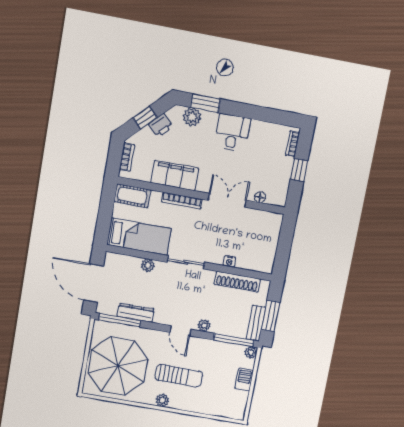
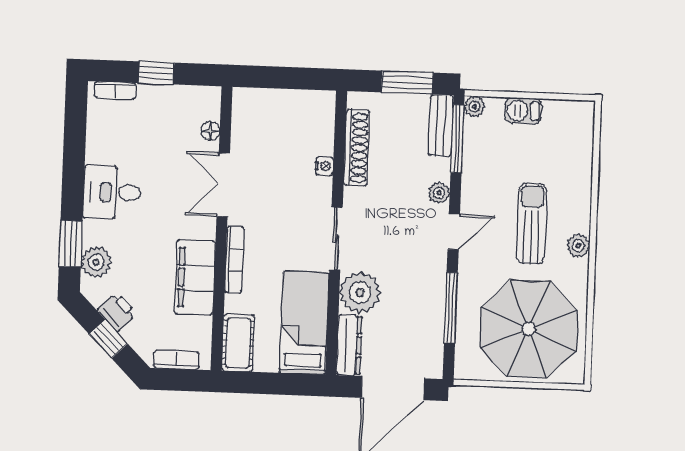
plant: (148, 265) -> (360, 292), width x1.88, depth x1.88
dresser: (136, 313) -> (349, 345), moved, turned 180
window: (120, 320) -> (451, 308), moved
bench: (256, 323) -> (441, 126), moved, turned 90

